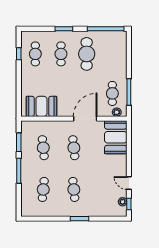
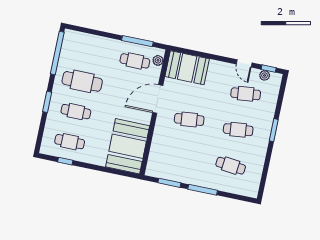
booth: (41, 106) -> (128, 146), width x1.36, depth x1.42
door: (85, 119) -> (158, 99), hinge flipped
cafe table: (43, 148) -> (246, 94), moved
door: (129, 183) -> (244, 63), hinge flipped

